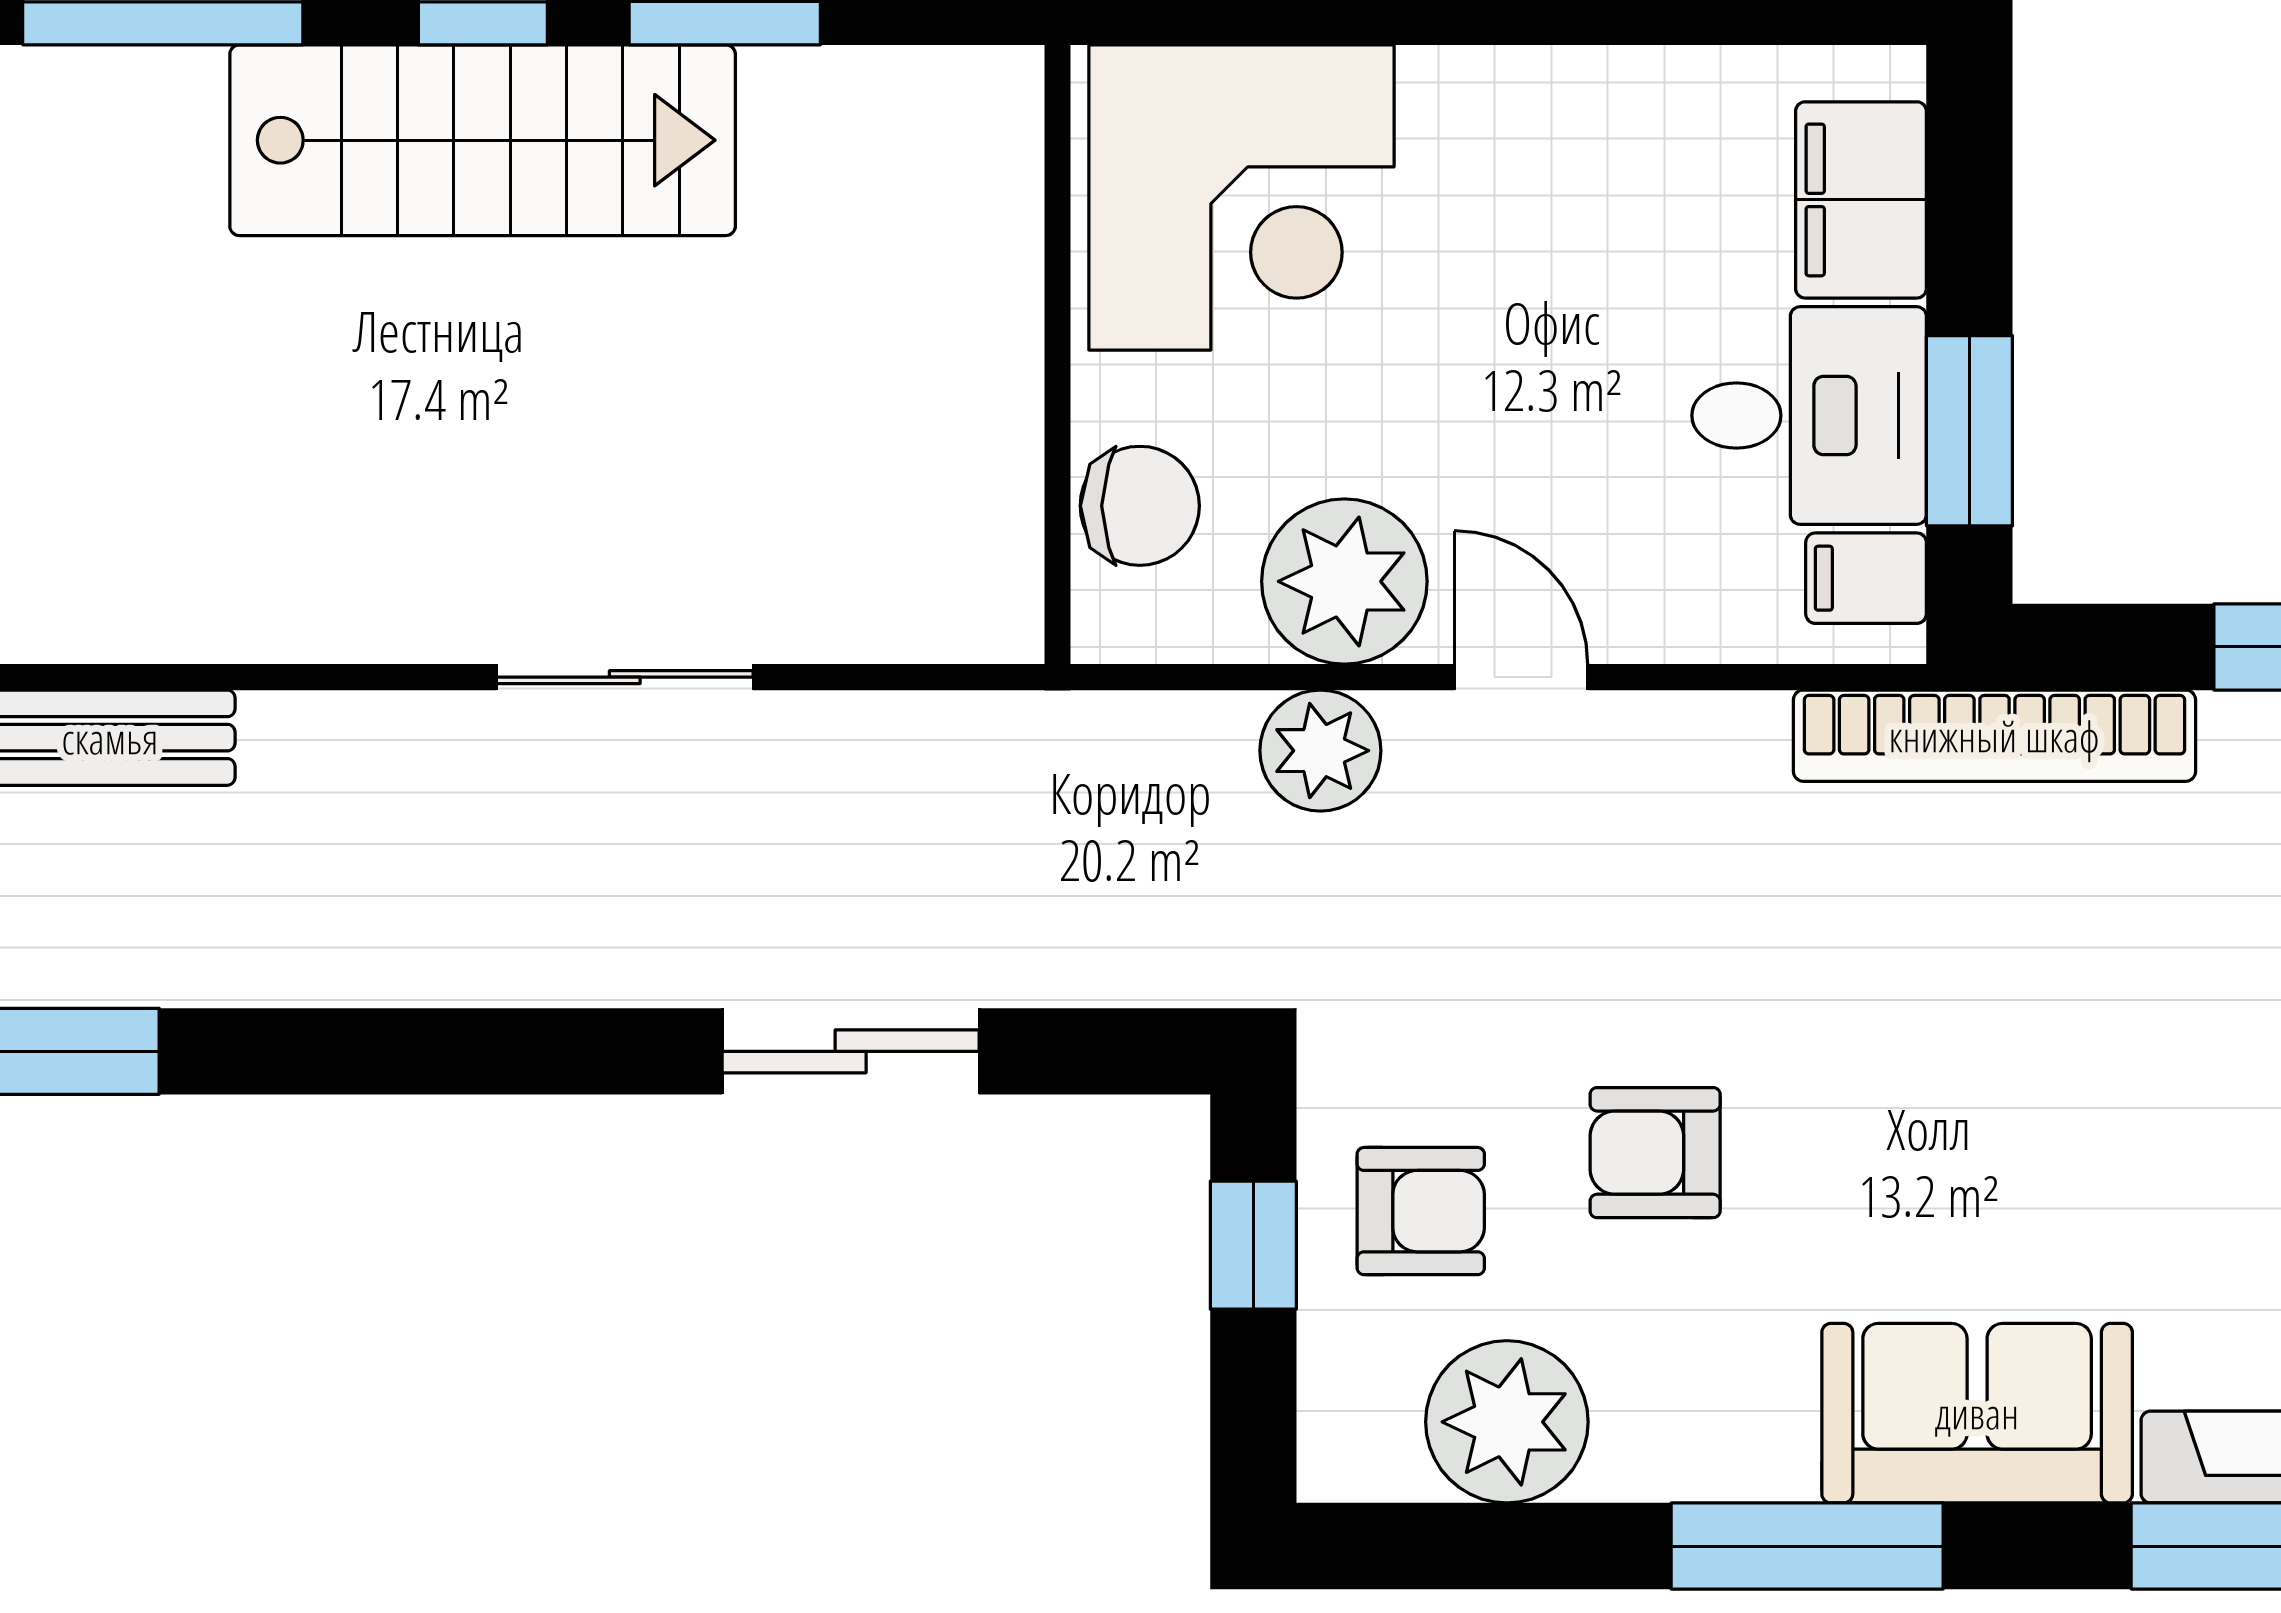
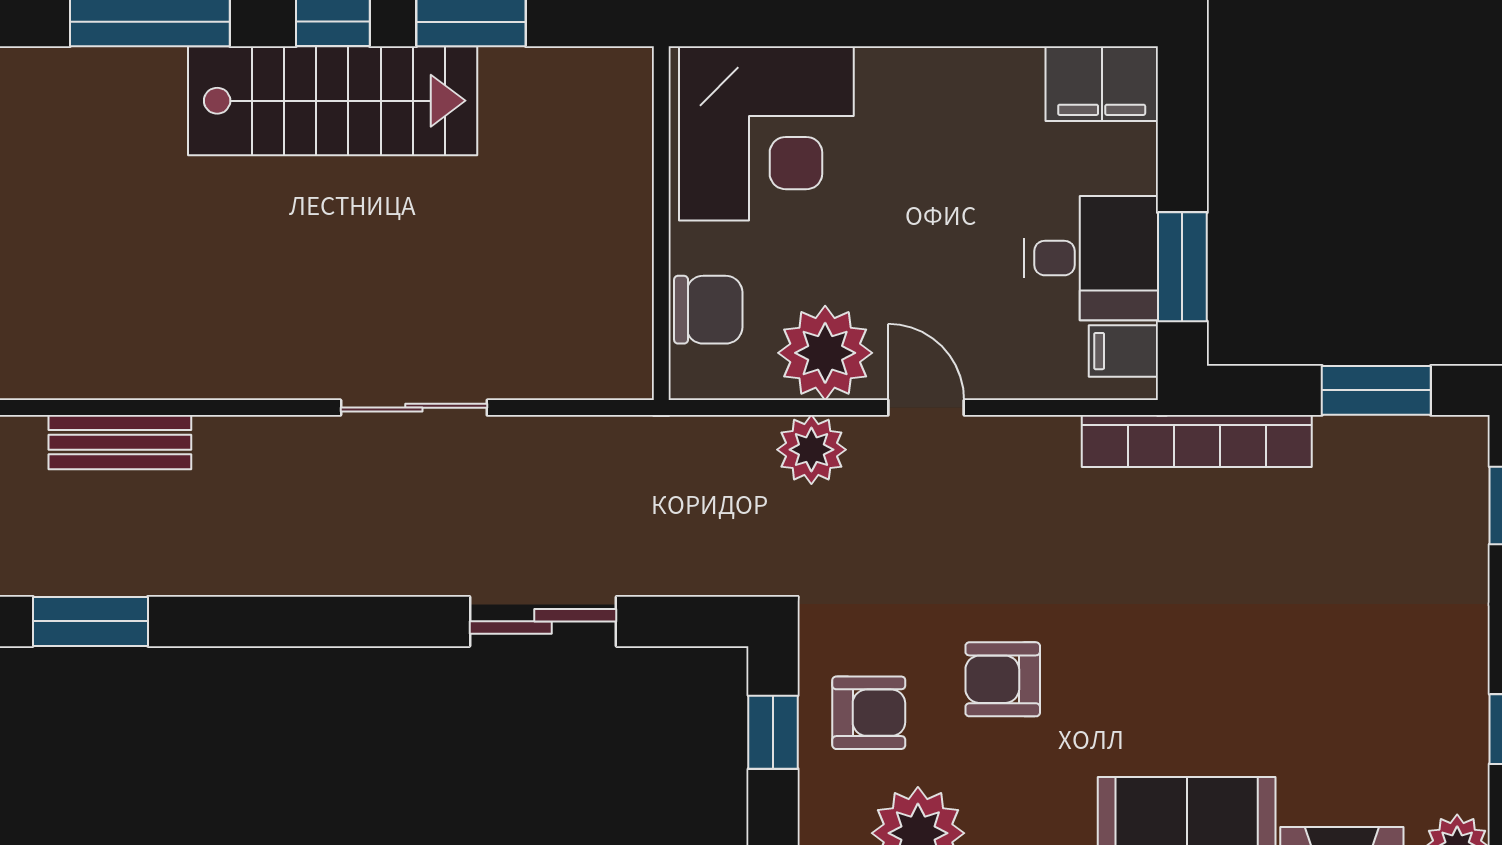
filing cabinet: (1861, 200) -> (1102, 84), moved, turned -90

